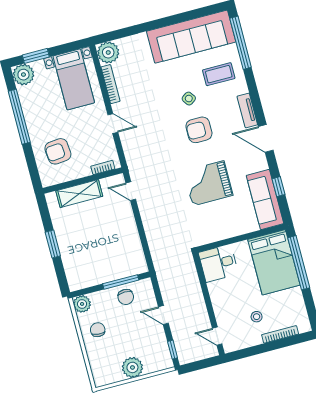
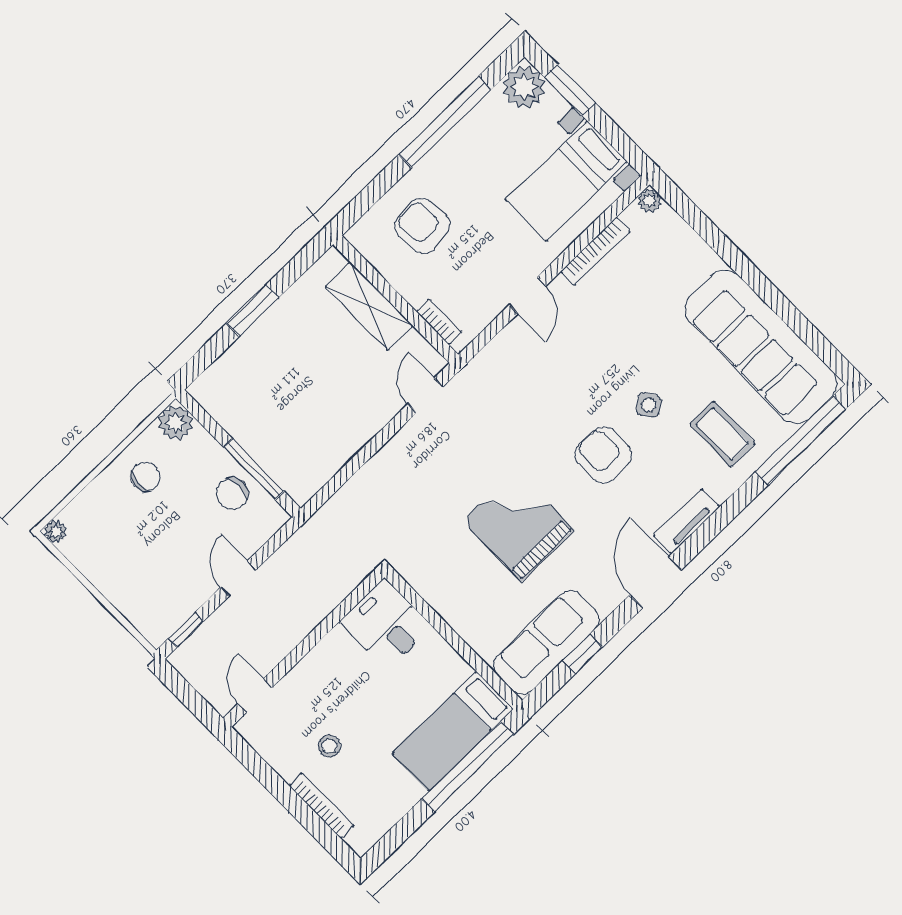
plant: (108, 52) -> (649, 201), width x0.53, depth x0.53
bed: (274, 262) -> (453, 731), width x0.67
plant: (132, 367) -> (56, 532), moved, width x0.53, depth x0.53

